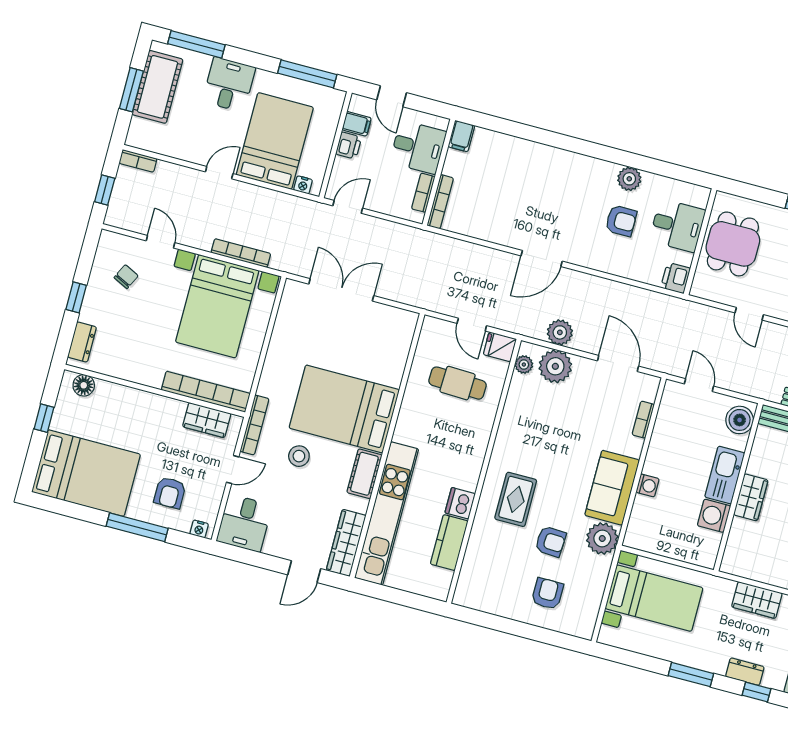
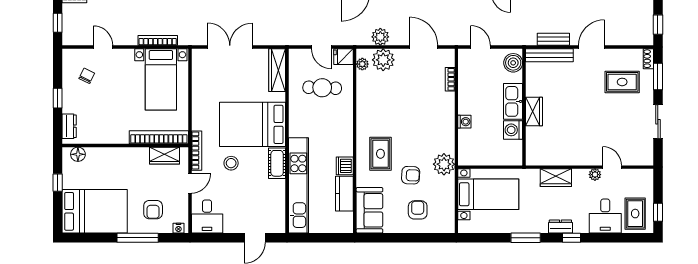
bed with nightstands: (217, 306) -> (161, 79), width x0.73
sofa: (612, 488) -> (369, 210), moved, turned 180
wardrobe: (346, 543) -> (277, 70), moved

